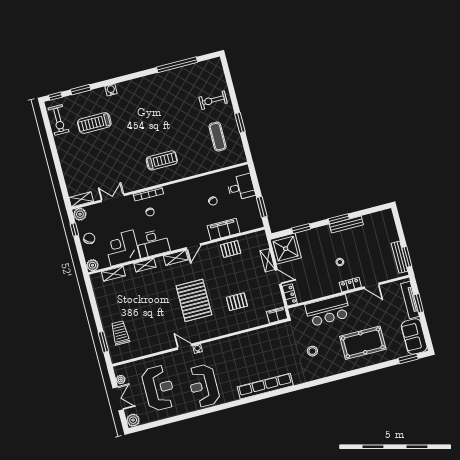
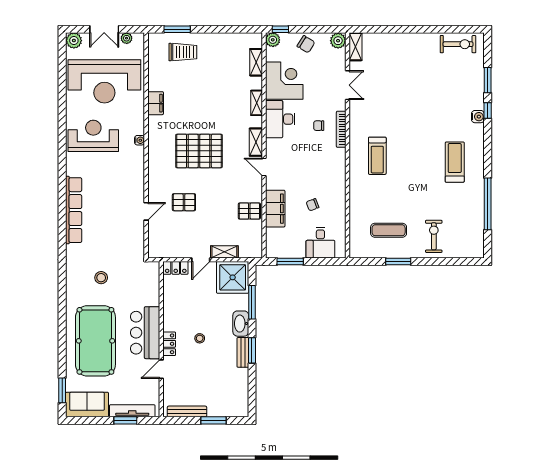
window: (55, 96) -> (488, 111), moved
exercise bike: (58, 120) -> (458, 44), turned 180
treadmill: (94, 123) -> (455, 162), moved
bench: (346, 224) -> (243, 352), width x0.73
window: (301, 229) -> (252, 302), width x1.44
window: (74, 230) -> (280, 29), moved
washbasin: (320, 233) -> (241, 324), added
pallet: (231, 249) -> (249, 211), turned 90
window: (407, 257) -> (214, 420), moved
pallet: (237, 302) -> (184, 202), turned 90
bar counter: (328, 311) -> (145, 333), moved
filing cabinet: (277, 315) -> (156, 103), moved
pool table: (363, 343) -> (95, 341), width x1.36, depth x1.32
door: (184, 347) -> (146, 211), moved
reception desk: (159, 388) -> (104, 81), width x1.36, depth x1.30

